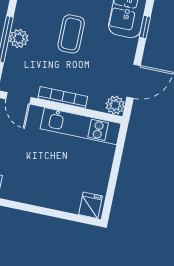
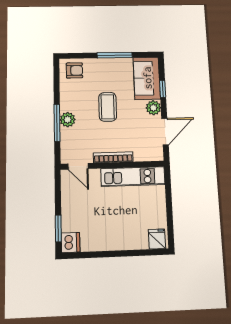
plant: (115, 105) -> (153, 108), moved

